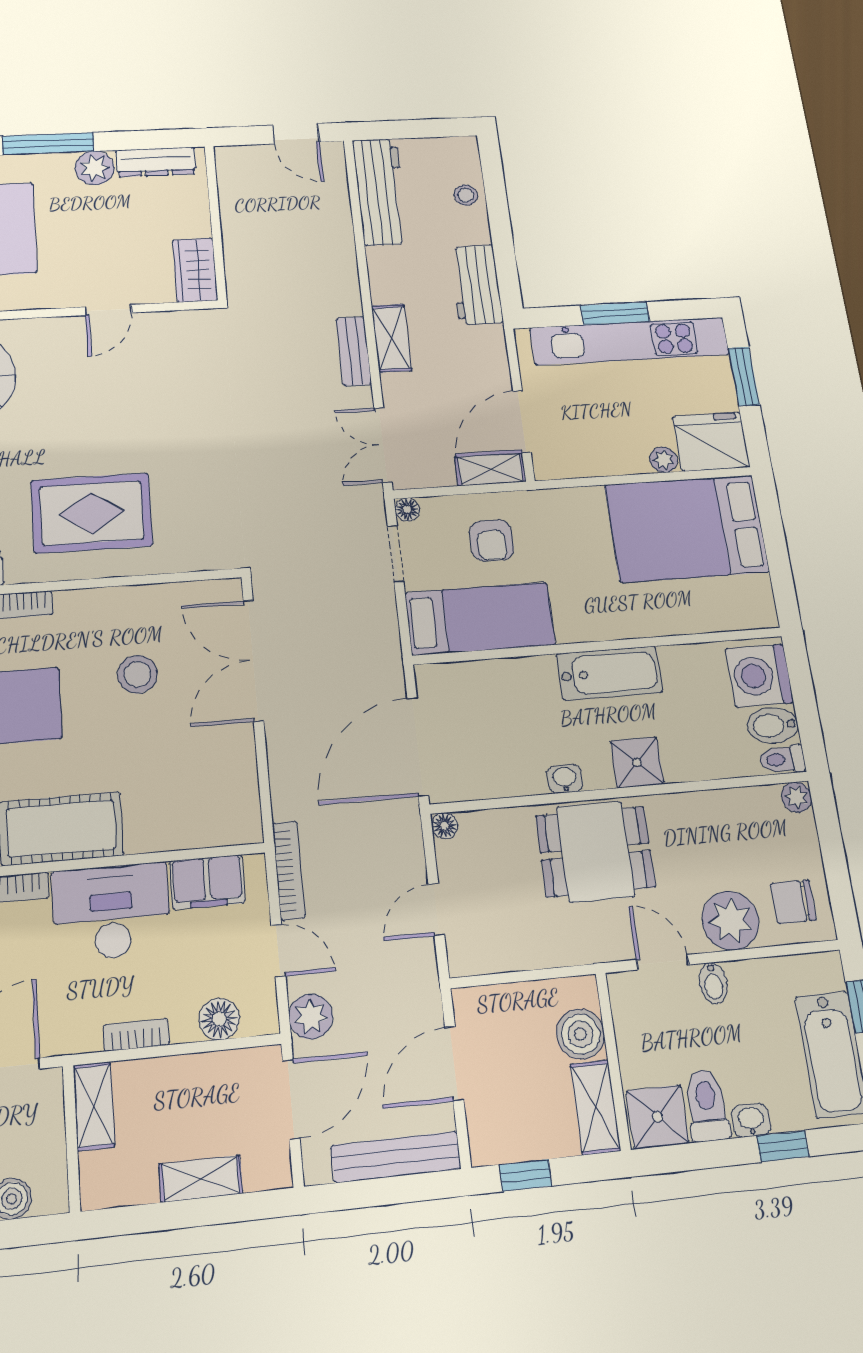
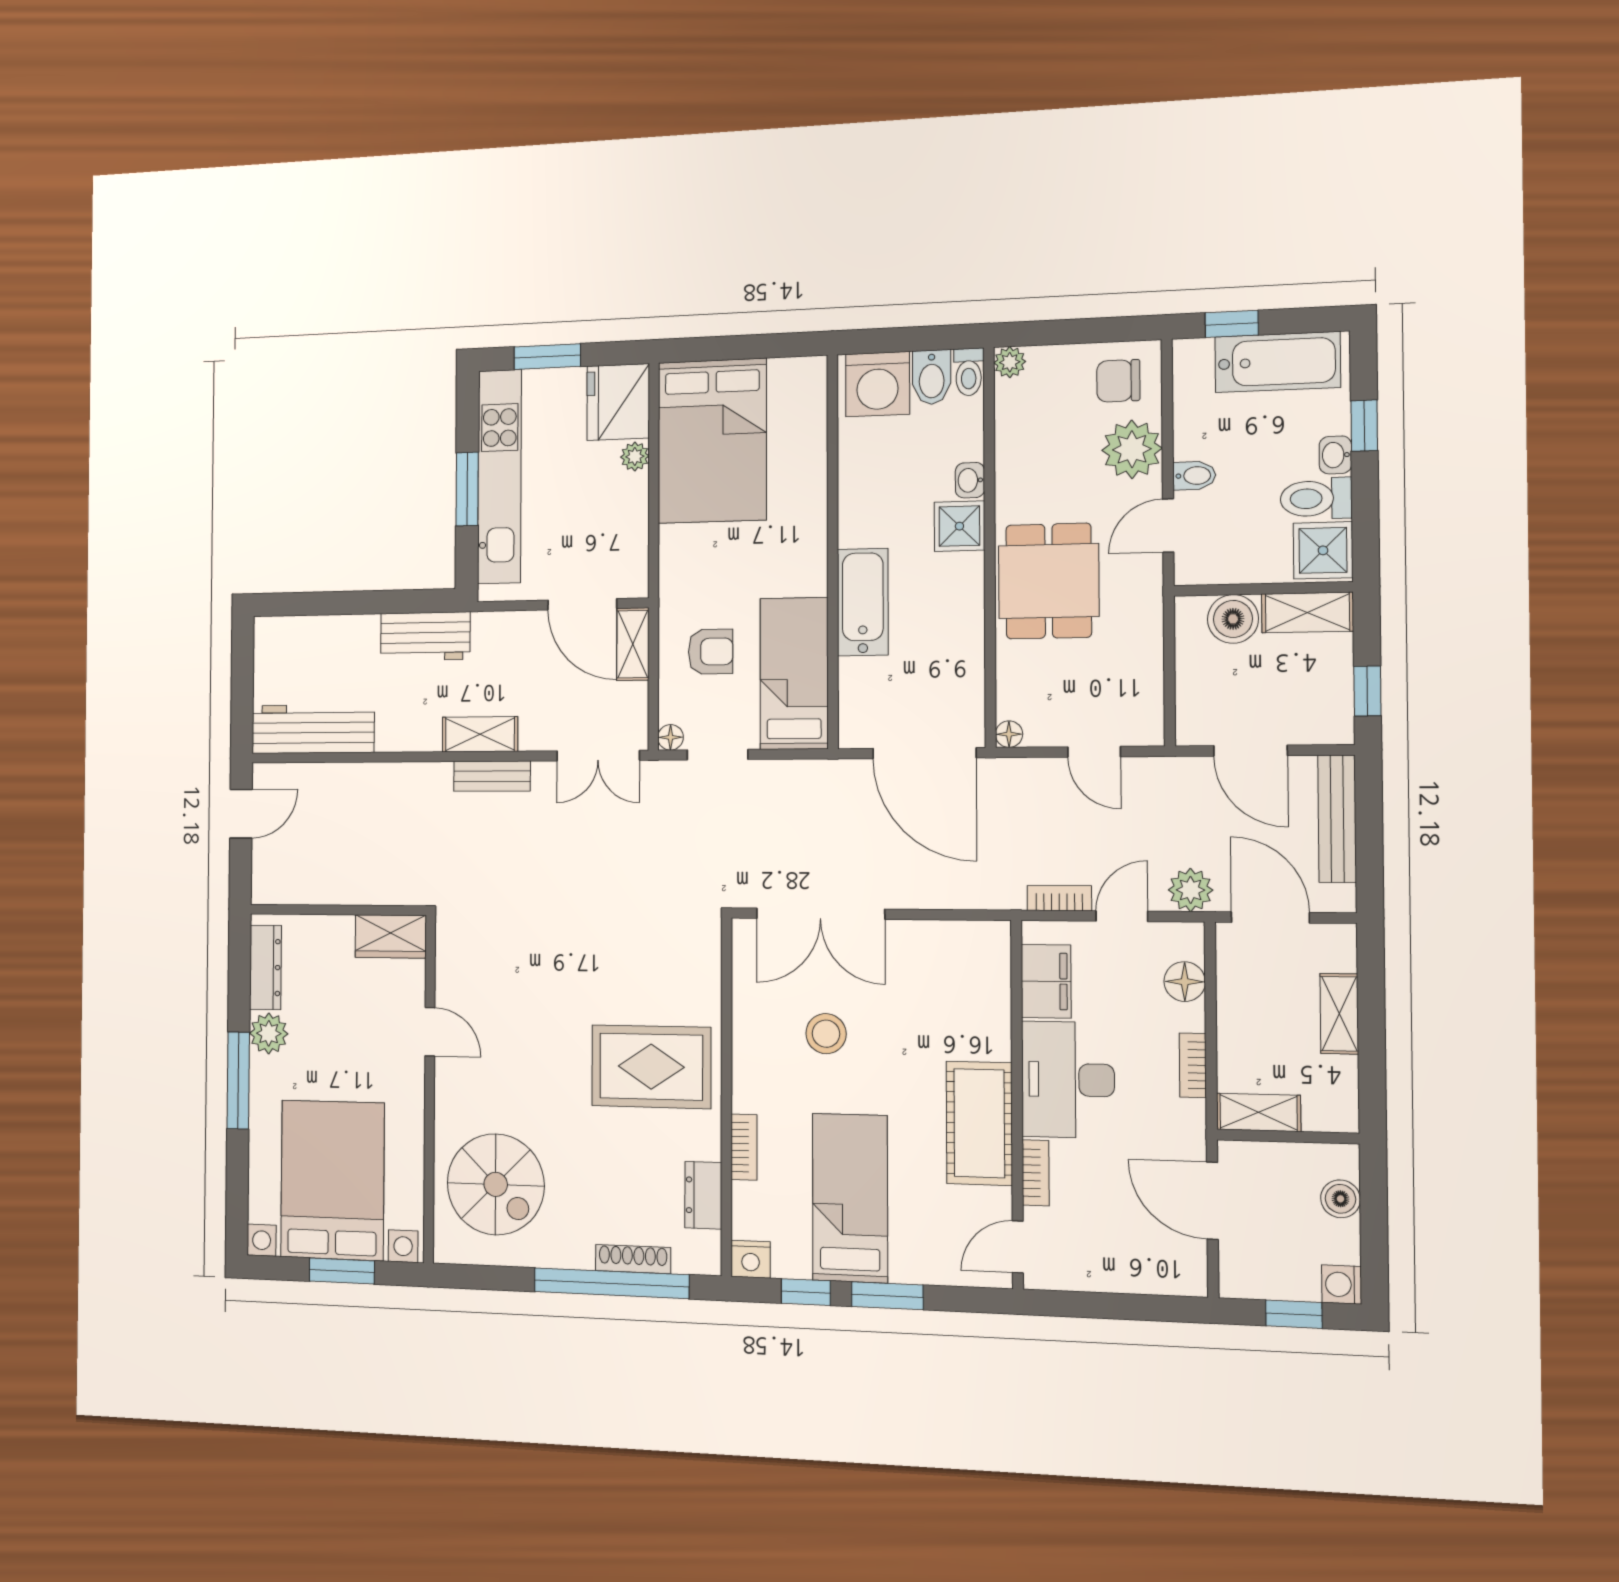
stool: (466, 195) -> (322, 636), removed
rug: (92, 513) -> (651, 1067), turned 90
bathtub: (609, 673) -> (863, 602), moved
washbasin: (565, 779) -> (970, 480), moved
bookcase: (289, 870) -> (1059, 898), width x0.64
chair: (793, 902) -> (1118, 381), turned 90

